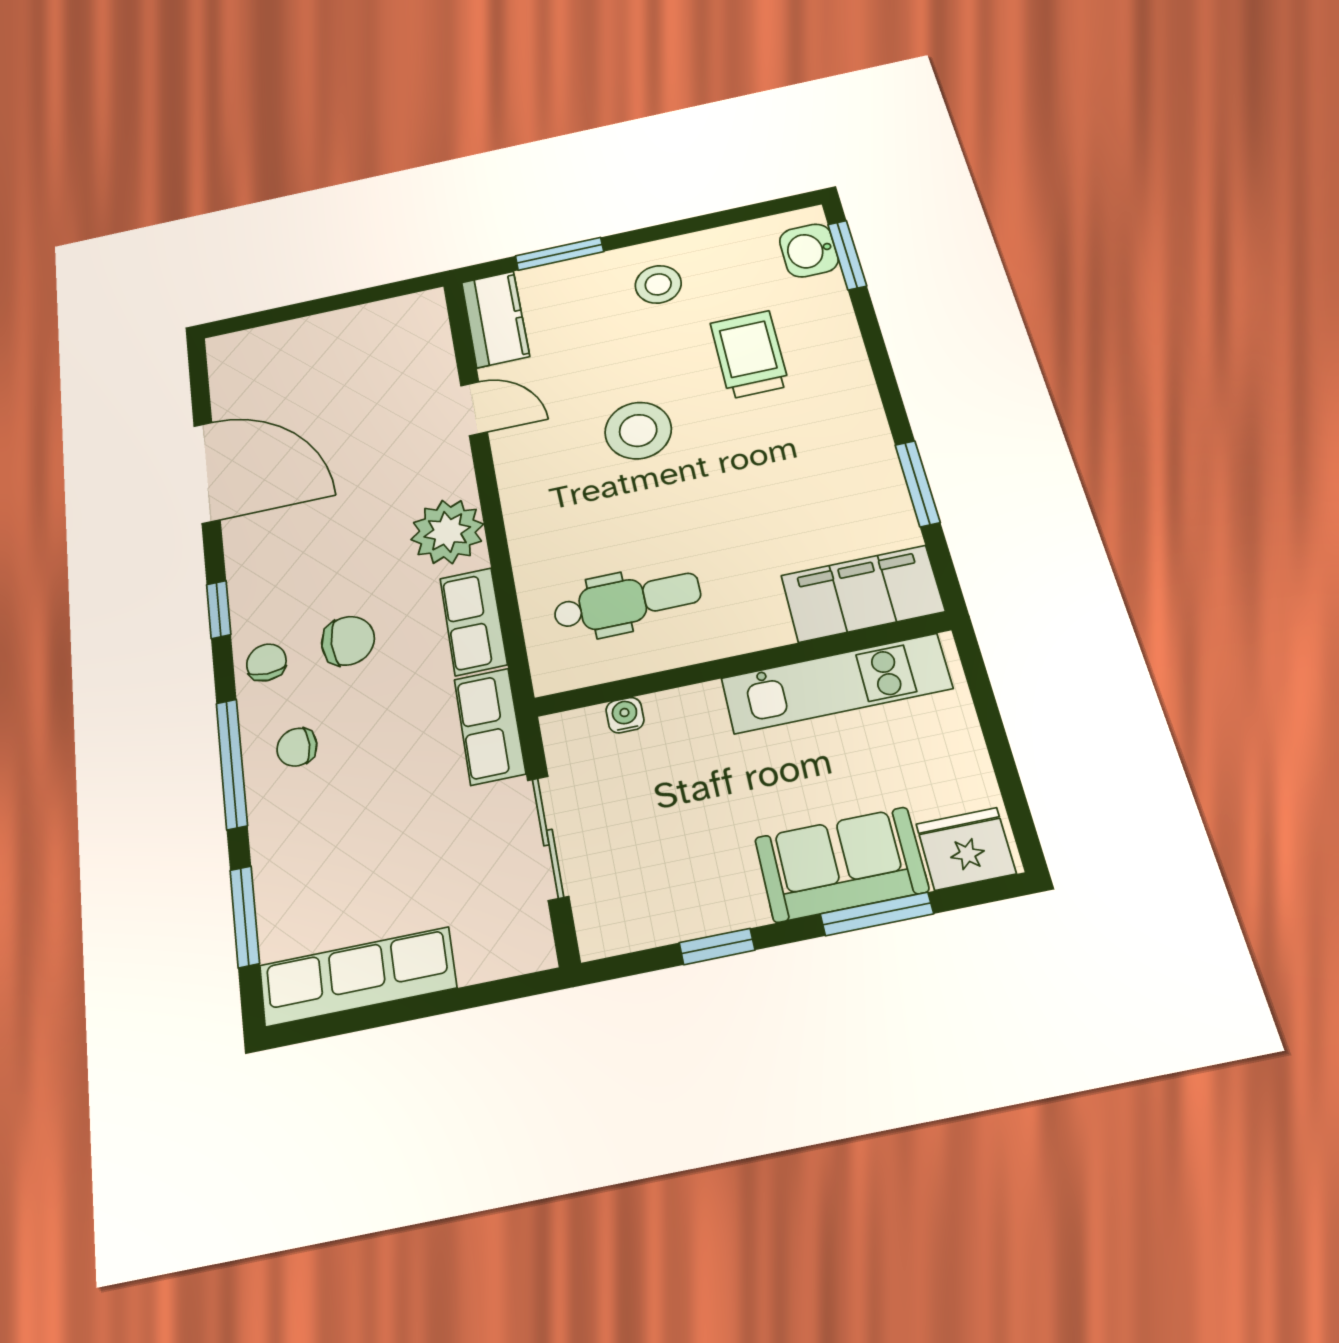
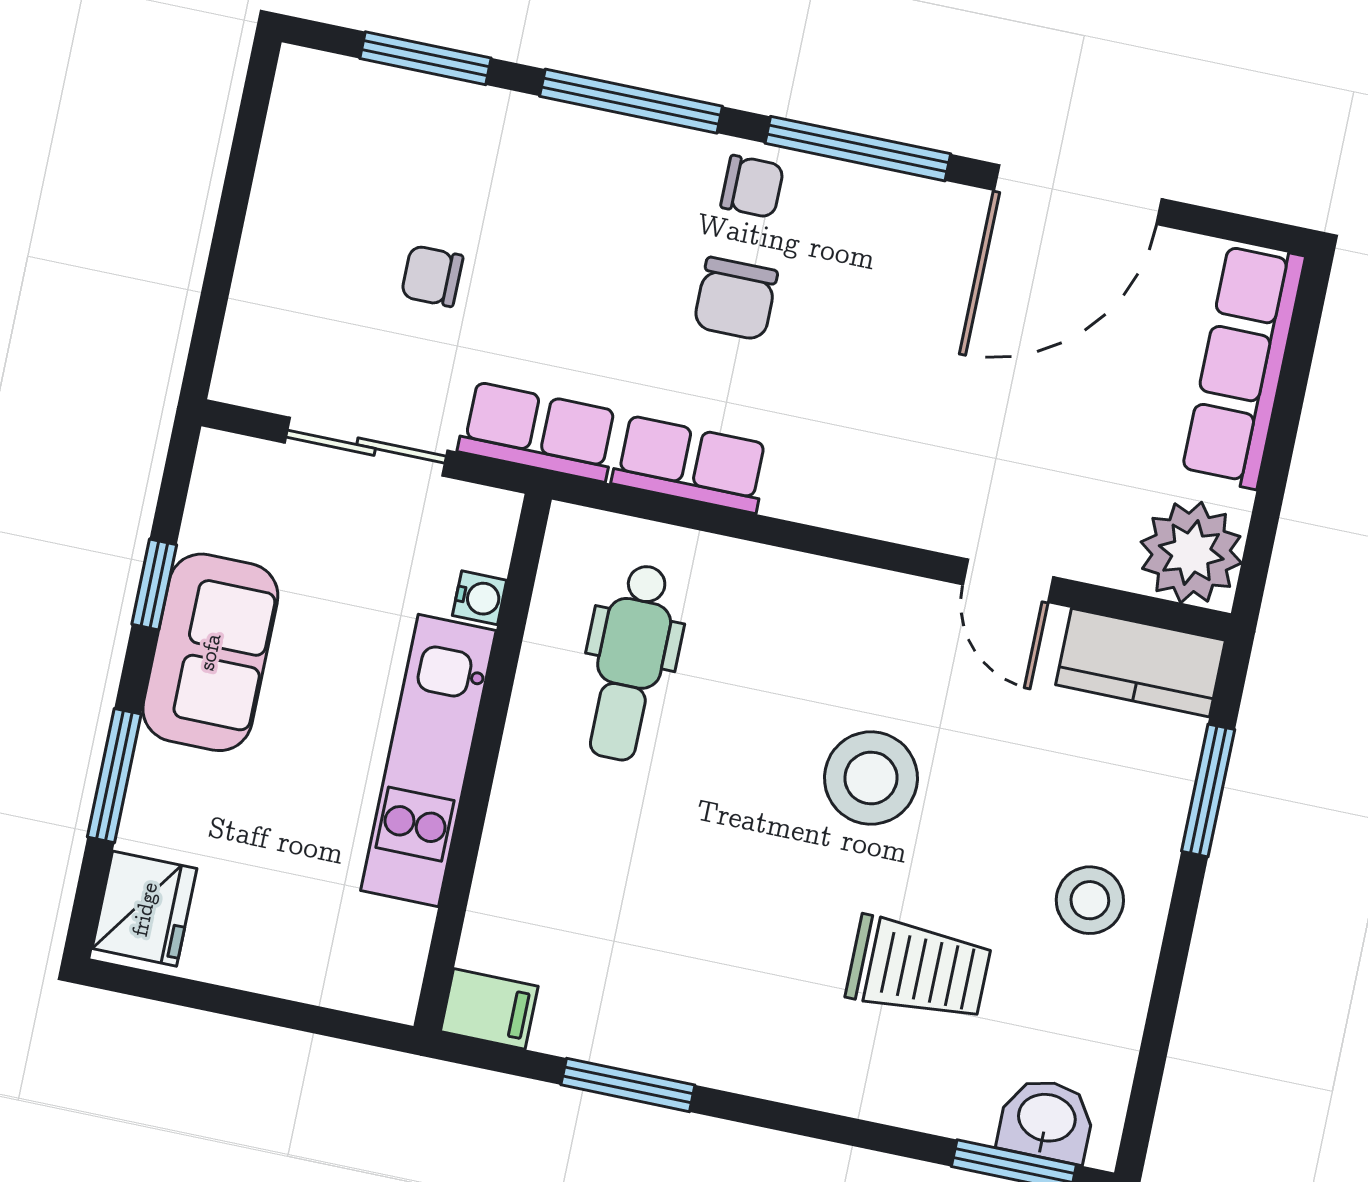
door: (474, 409) -> (1008, 581), hinge flipped
plant: (447, 532) -> (1191, 552), moved
filing cabinet: (863, 593) -> (489, 1009), width x0.33, depth x0.86
window: (219, 609) -> (858, 149), width x2.17
kitchen unit: (836, 684) -> (428, 760), moved
chair: (297, 747) -> (432, 276), moved, turned -90
sofa: (841, 864) -> (210, 652), moved
row of seats: (358, 977) -> (1243, 365), moved, turned 180

